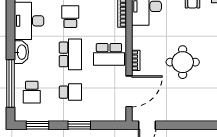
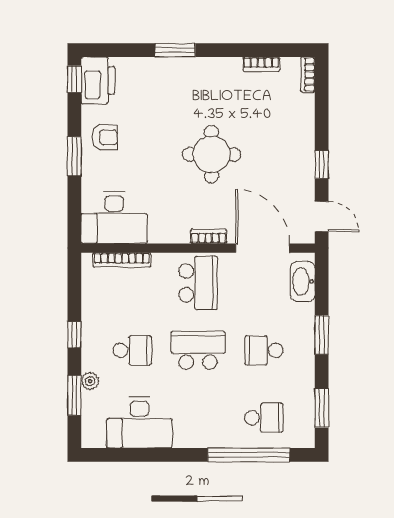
school desk: (70, 17) -> (132, 350), turned 180
washbasin: (21, 52) -> (303, 281), moved, turned -90
school desk: (70, 92) -> (264, 350), turned -90
window: (177, 125) -> (322, 165), added

